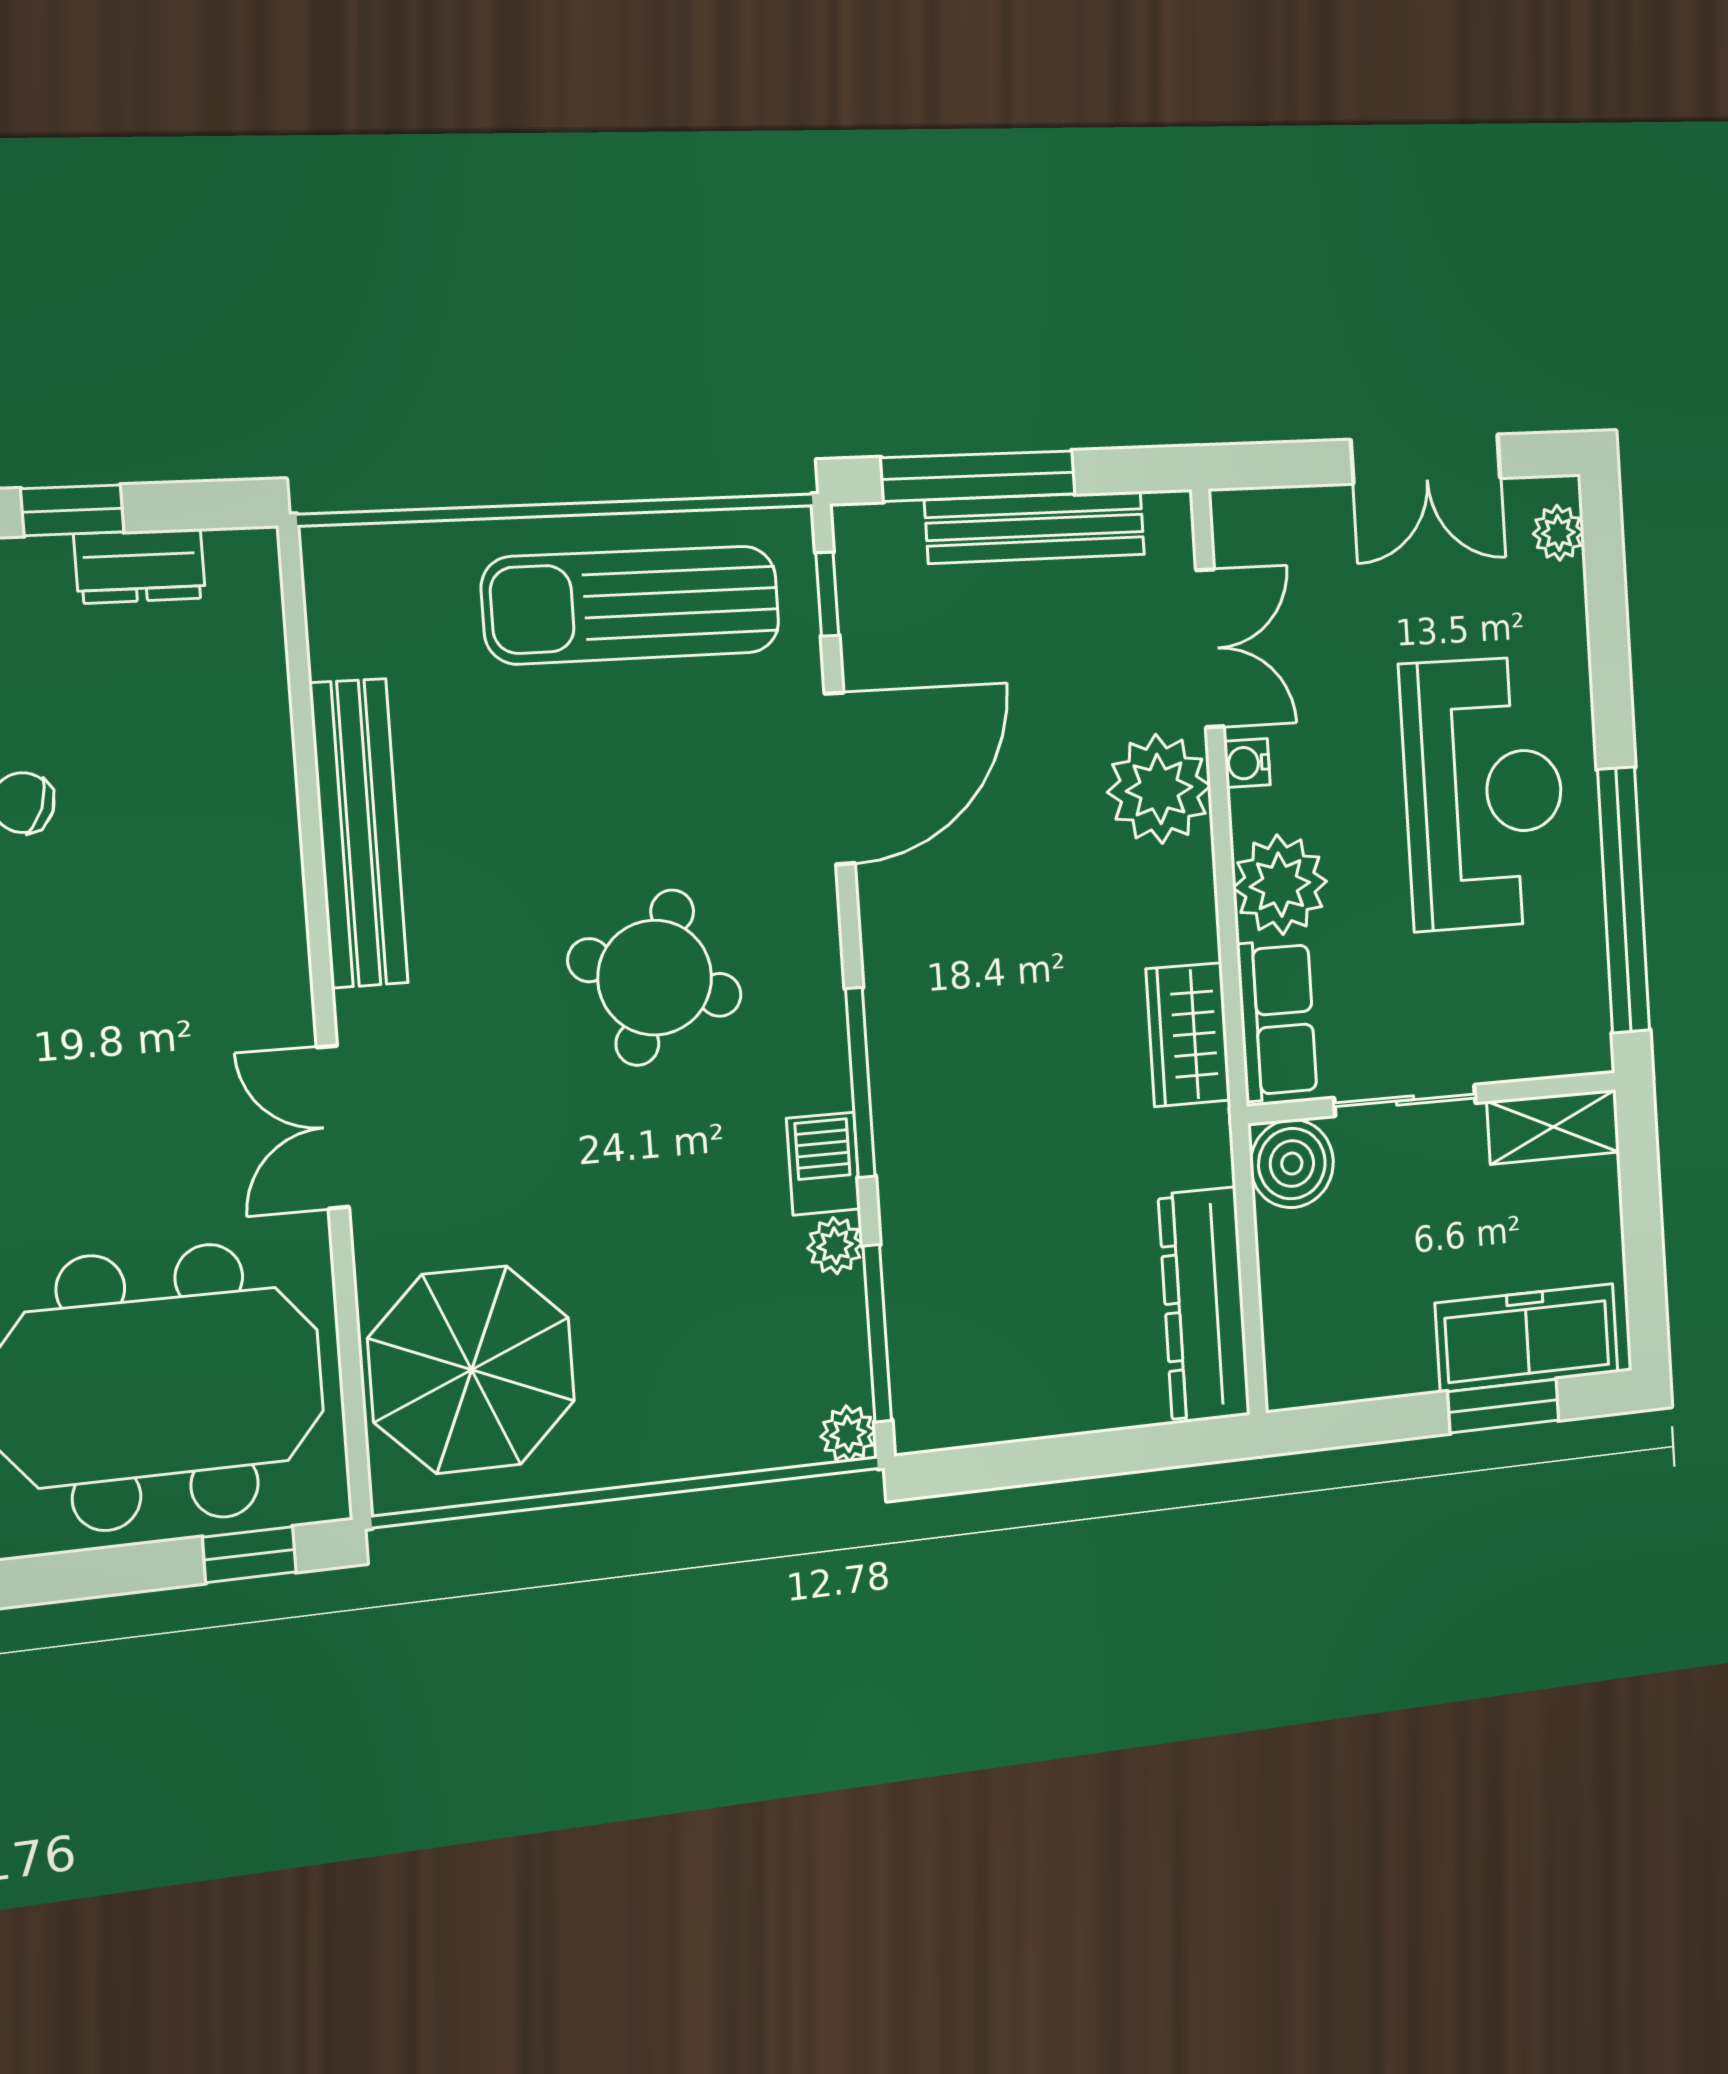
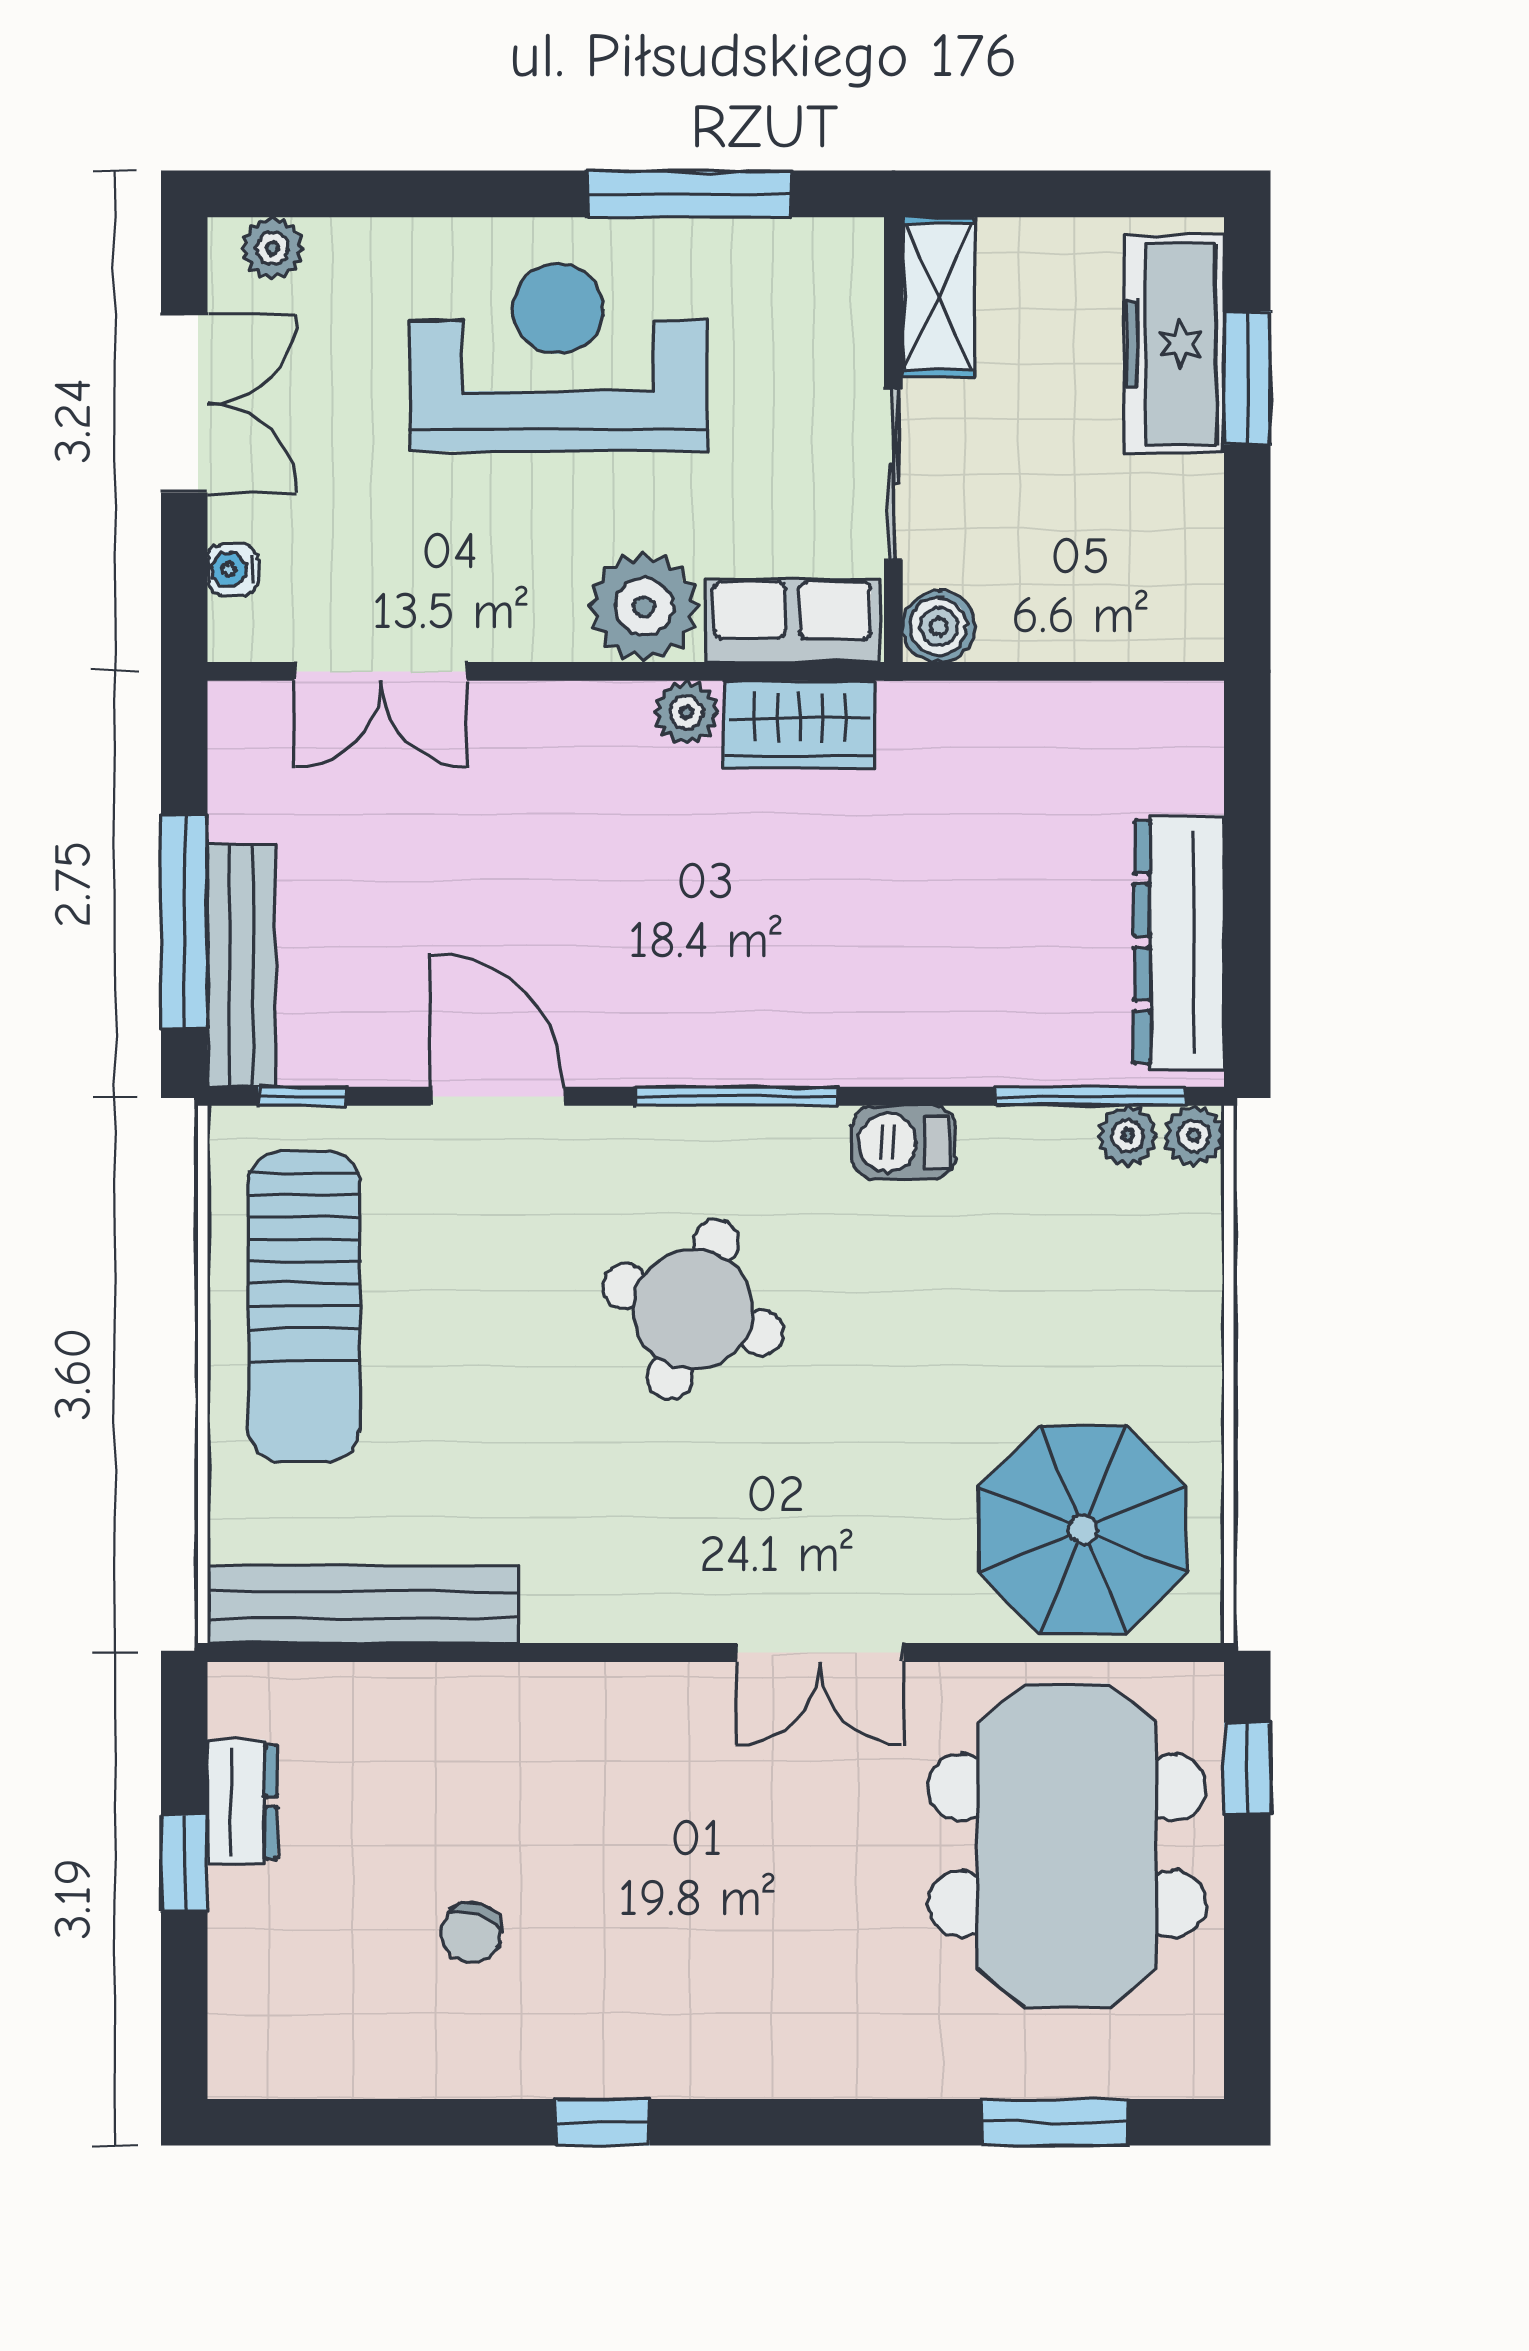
bench: (1035, 527) -> (241, 965), moved
double door: (1210, 648) -> (381, 671), swing flipped
water cooler: (1247, 763) -> (233, 569), moved, turned 90
door: (840, 779) -> (498, 1096), width x0.73
plant: (1159, 789) -> (686, 712), moved, width x0.53, depth x0.53
bench: (359, 833) -> (363, 1604), moved
window: (1623, 900) -> (689, 194), width x0.68
window: (860, 1083) -> (736, 1096), moved
boiler: (1292, 1164) -> (939, 626), width x0.73, depth x0.73
plant: (835, 1246) -> (1127, 1136), moved
dresser: (1204, 1305) -> (1179, 942), moved, turned 90

